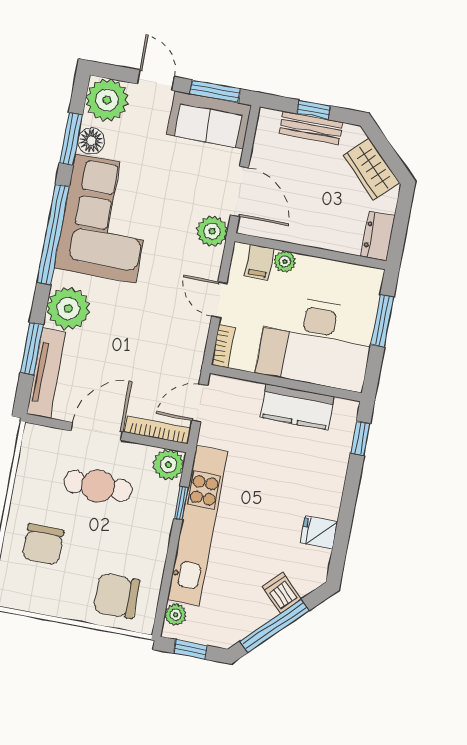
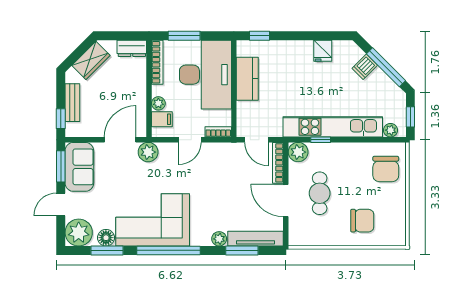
window: (313, 110) -> (61, 119), moved
bookcase: (349, 272) -> (157, 62), added
plant: (68, 308) -> (219, 239), width x0.53, depth x0.53

